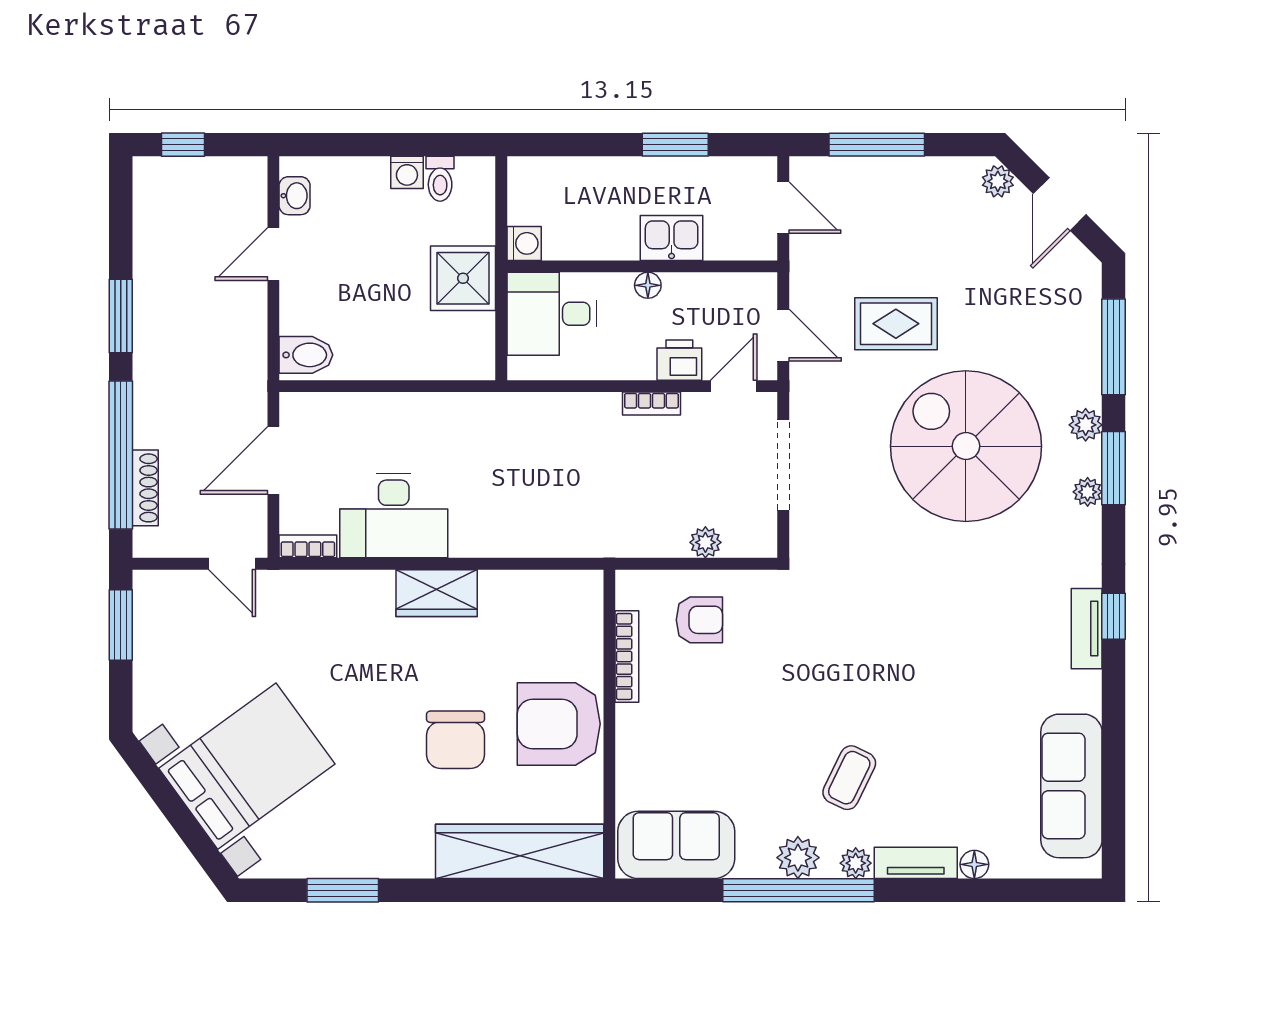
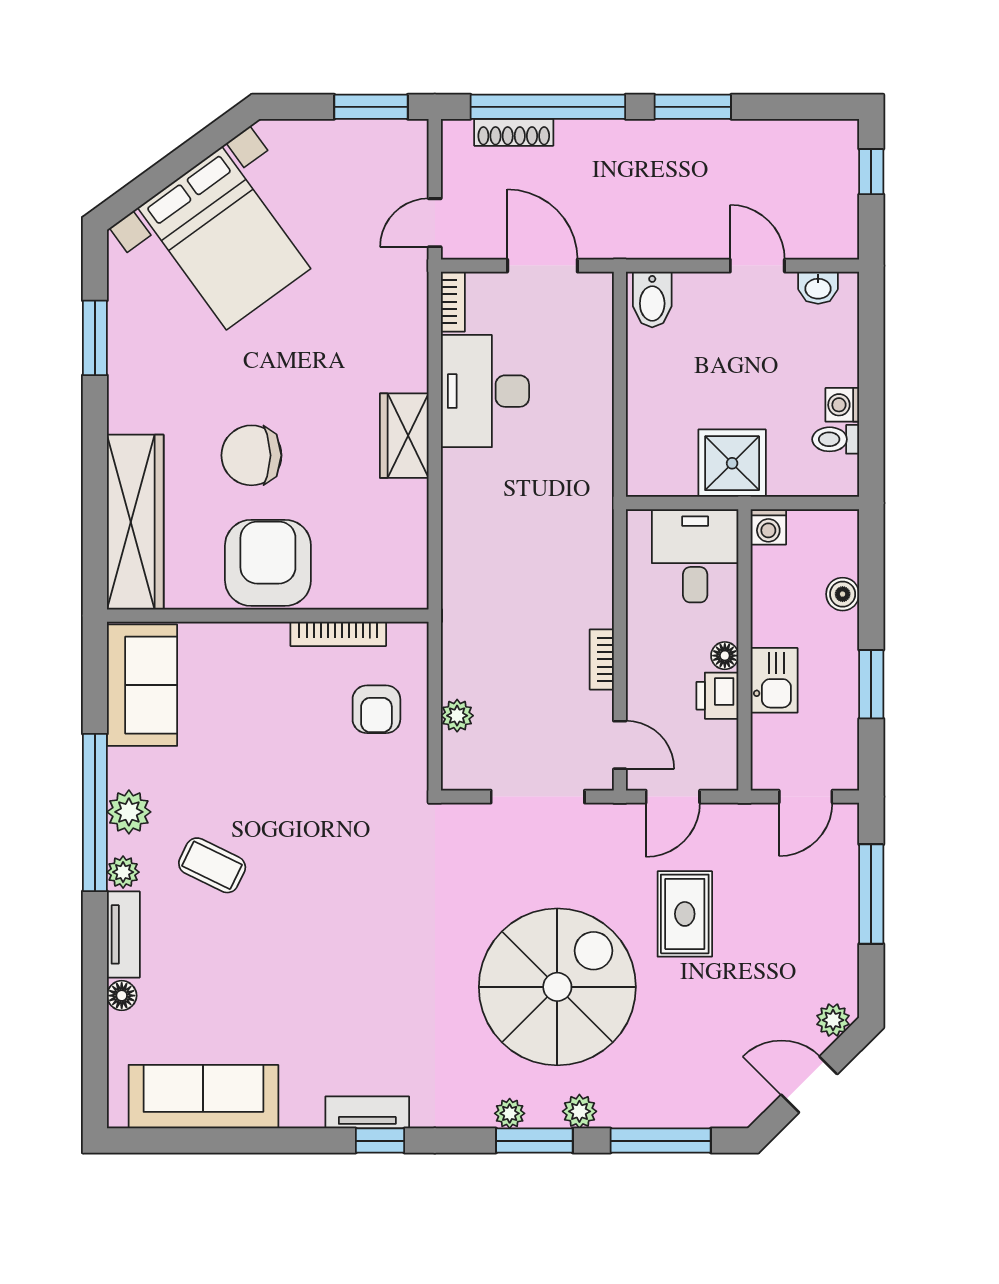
boiler: (589, 172) -> (843, 594), added
printer: (679, 360) -> (717, 696), moved, turned 180

